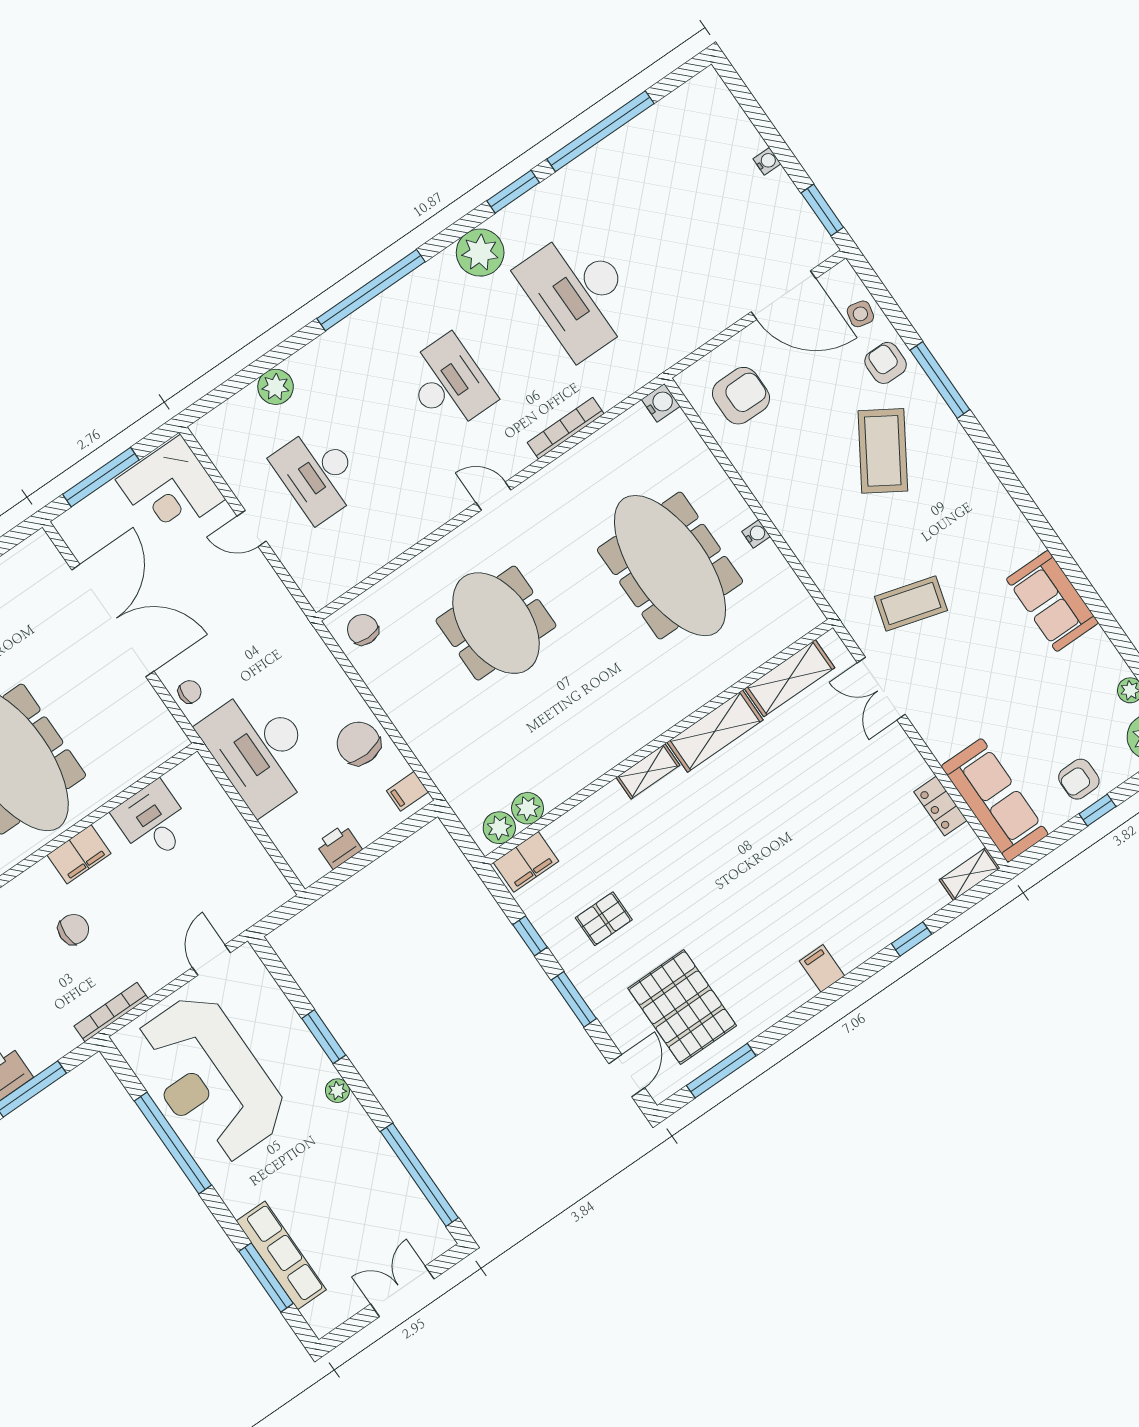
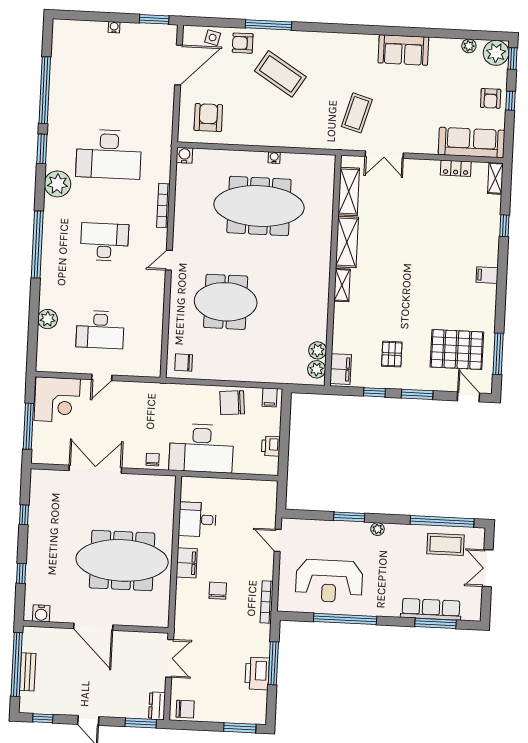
double door: (113, 620) -> (95, 469), width x0.73
reception desk: (210, 1078) -> (329, 581), width x0.74, depth x0.77
coffee table: (390, 1205) -> (445, 544), added

